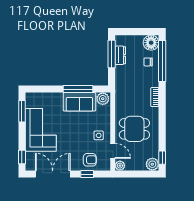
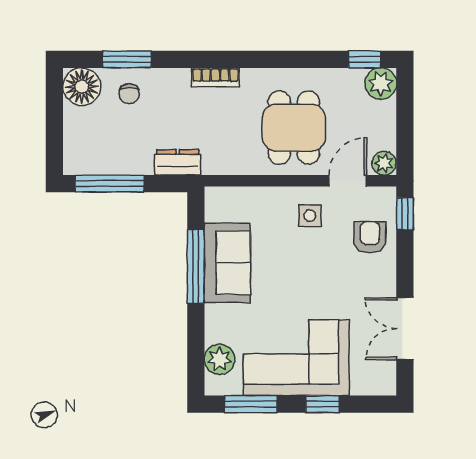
dresser: (120, 55) -> (178, 162), moved
window: (162, 61) -> (127, 59), width x0.47
plant: (103, 99) -> (220, 359), moved
window: (22, 157) -> (322, 404), moved
double door: (53, 174) -> (405, 329), width x0.73
window: (87, 174) -> (405, 214), moved

